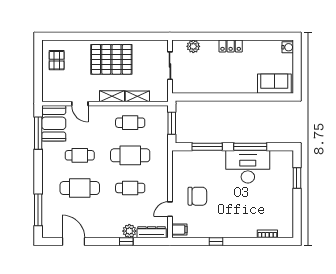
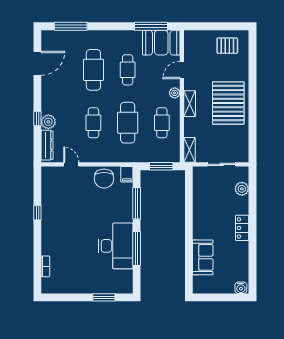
sofa: (274, 84) -> (203, 257), moved
shelving: (137, 96) -> (189, 150), moved
plant: (102, 111) -> (175, 93), added
chair: (197, 196) -> (104, 179), moved
filing cabinet: (179, 230) -> (127, 174), moved

